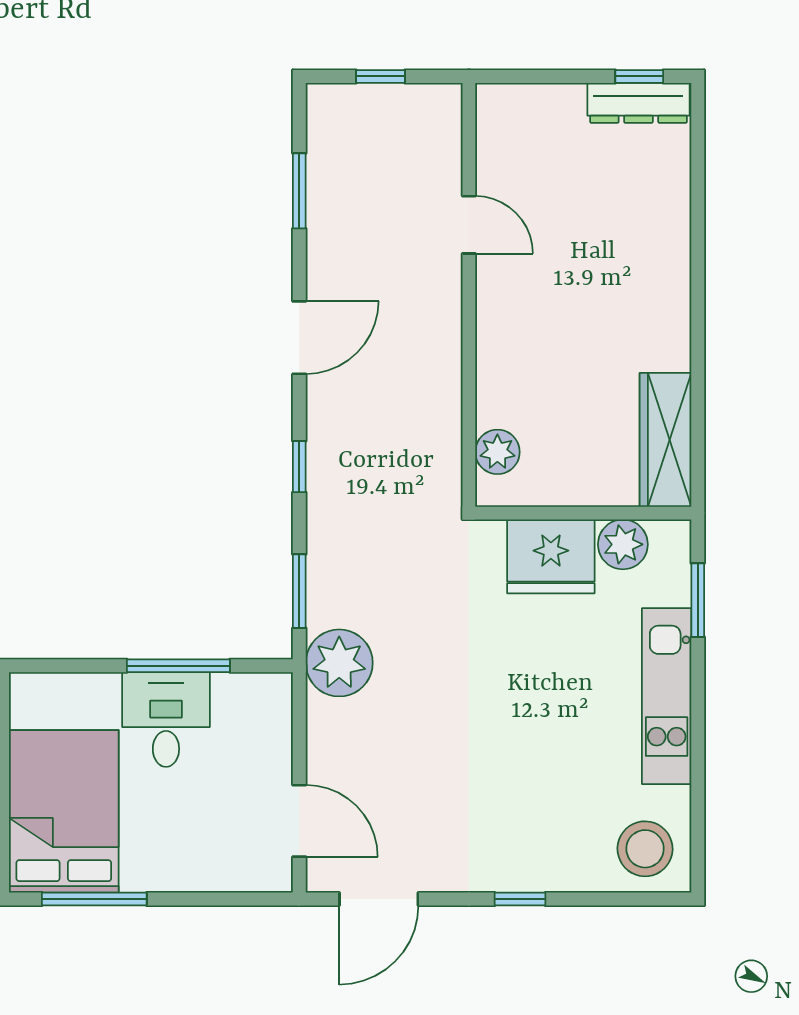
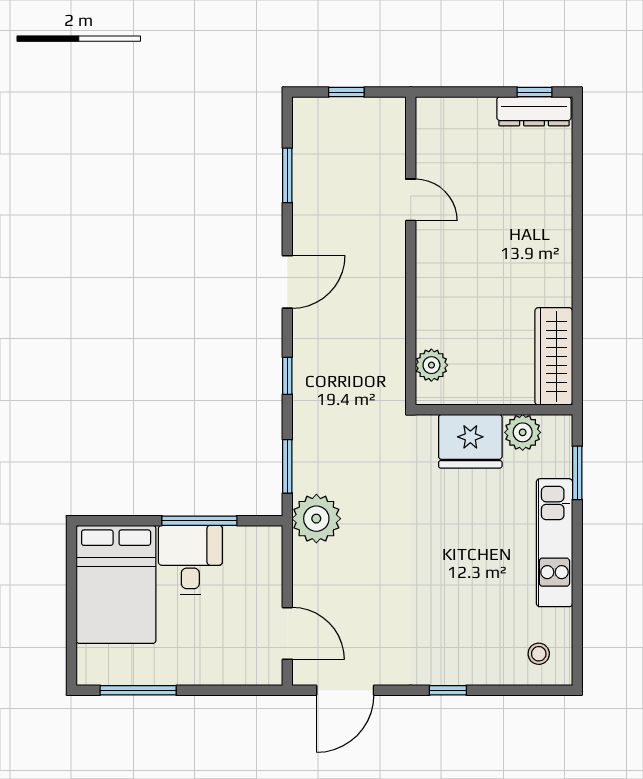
bed: (64, 811) -> (116, 584), moved, turned 180
stool: (645, 849) -> (539, 654), width x0.53, depth x0.53

